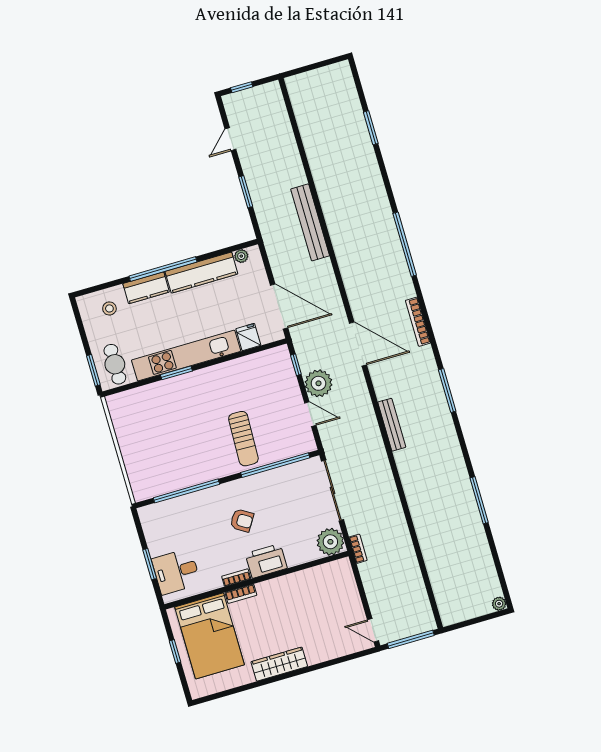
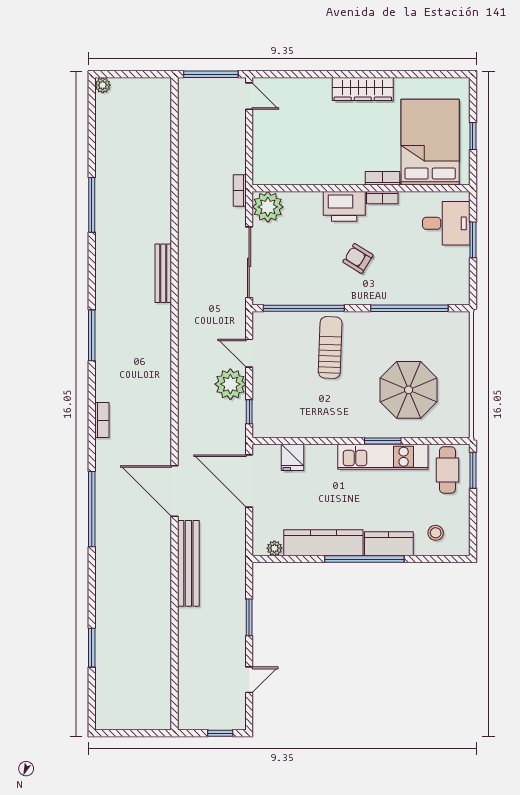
bookcase: (418, 322) -> (102, 420), width x0.64
door: (358, 344) -> (175, 491), moved
kitchen unit: (186, 356) -> (383, 457), width x0.73
parasol: (167, 422) -> (409, 390), added
bench: (392, 425) -> (163, 273), moved

